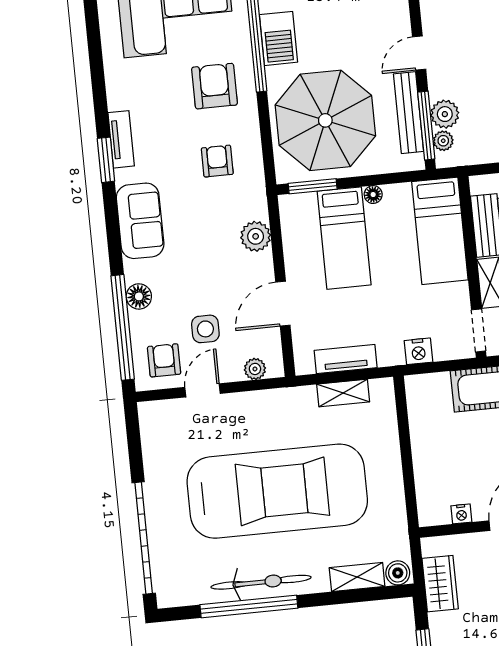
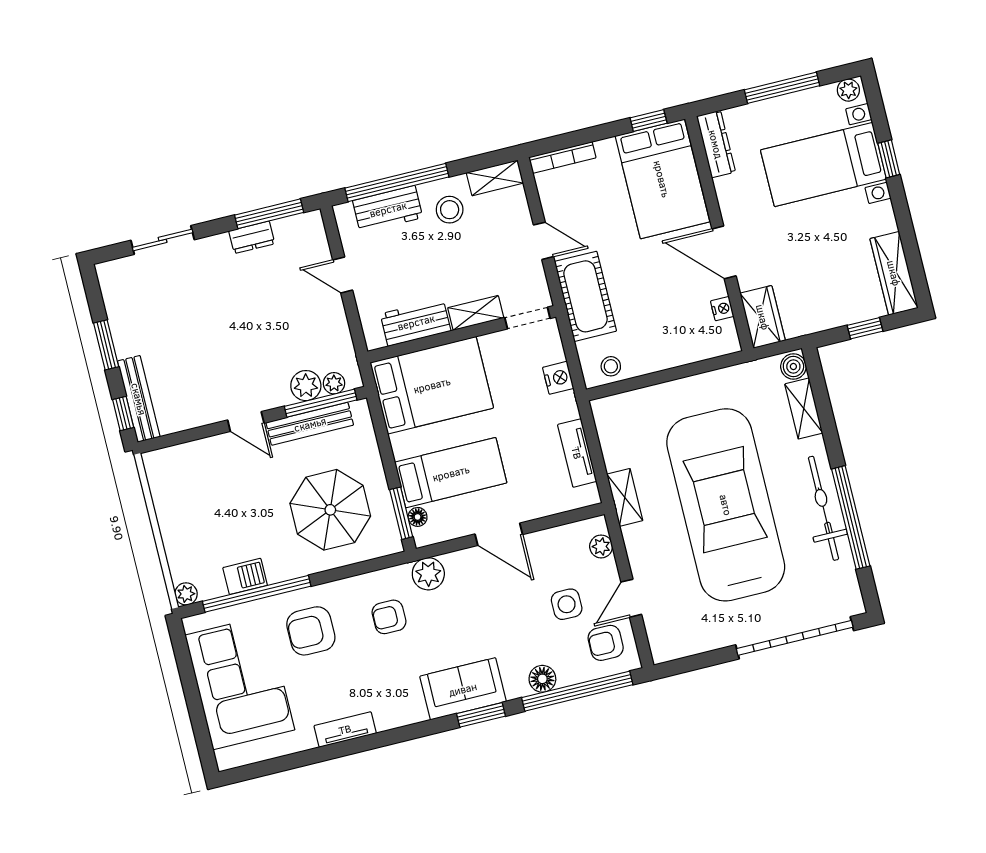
barbecue: (278, 38) -> (245, 576), width x0.73, depth x0.79
parasol: (325, 120) -> (330, 510), width x0.73, depth x0.73
tv unit: (121, 139) -> (345, 729), moved
window: (106, 160) -> (481, 715), moved
floor lamp: (373, 195) -> (418, 517), moved
bed: (440, 231) -> (432, 385), width x1.50
plant: (256, 236) -> (428, 574), moved
door: (283, 304) -> (499, 534), moved
door: (202, 390) -> (631, 598), hinge flipped
shelving: (343, 393) -> (625, 497), moved
stool: (422, 402) -> (611, 366), added
wardrobe: (440, 584) -> (763, 317), moved, turned 90

